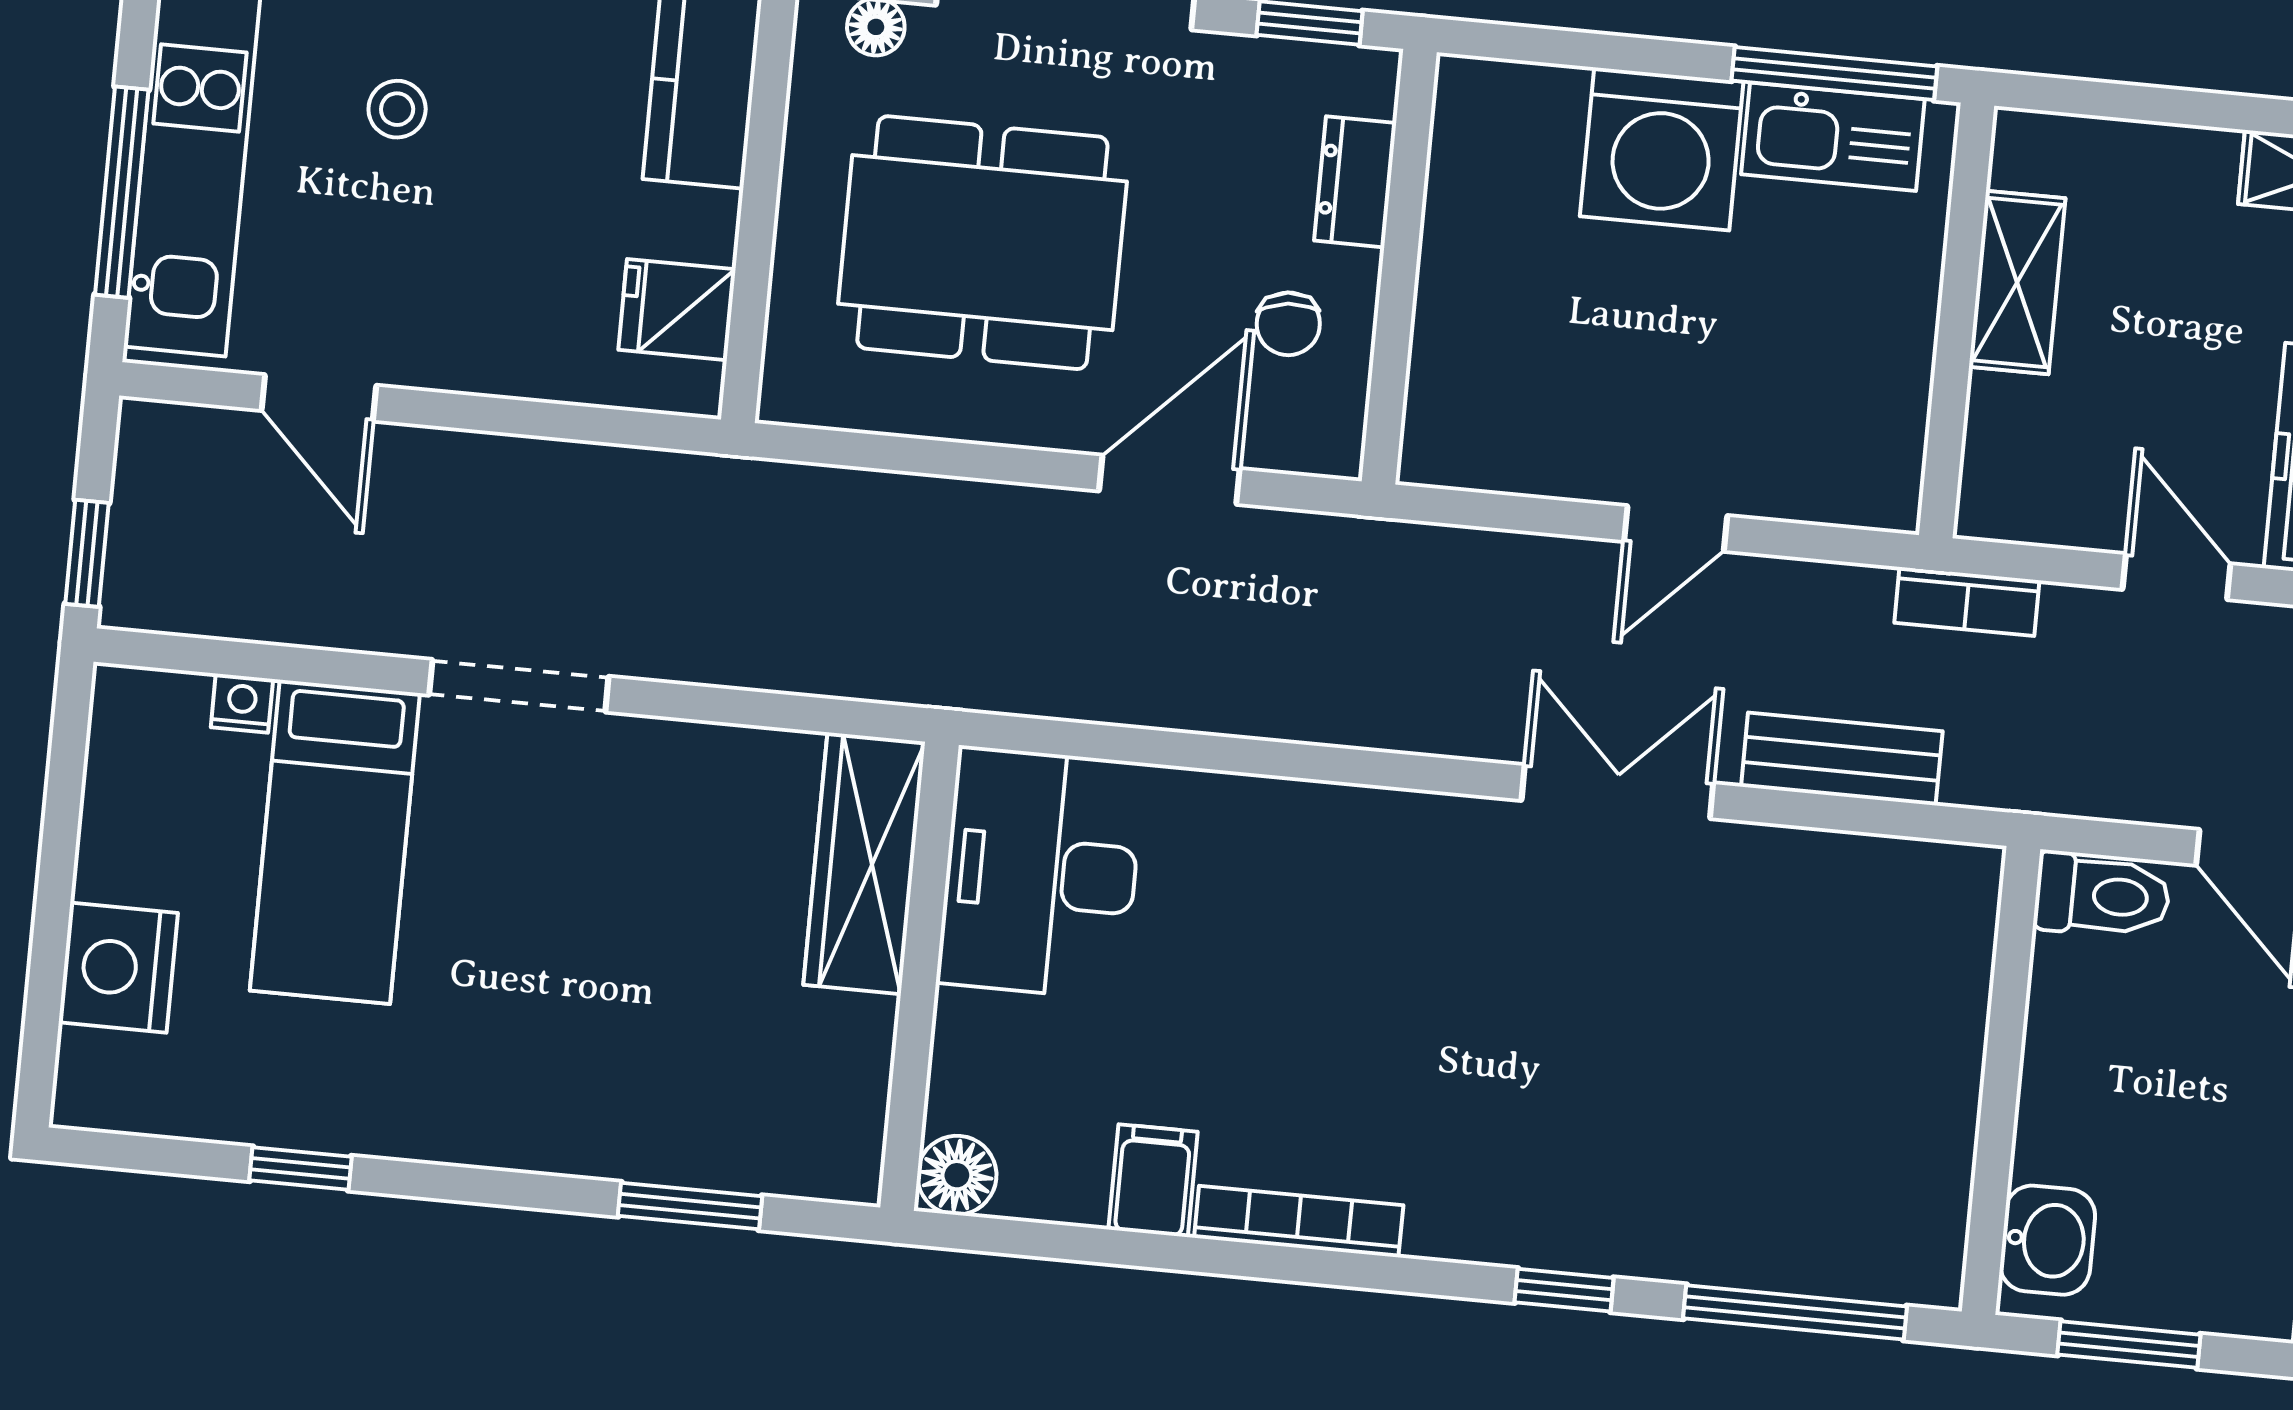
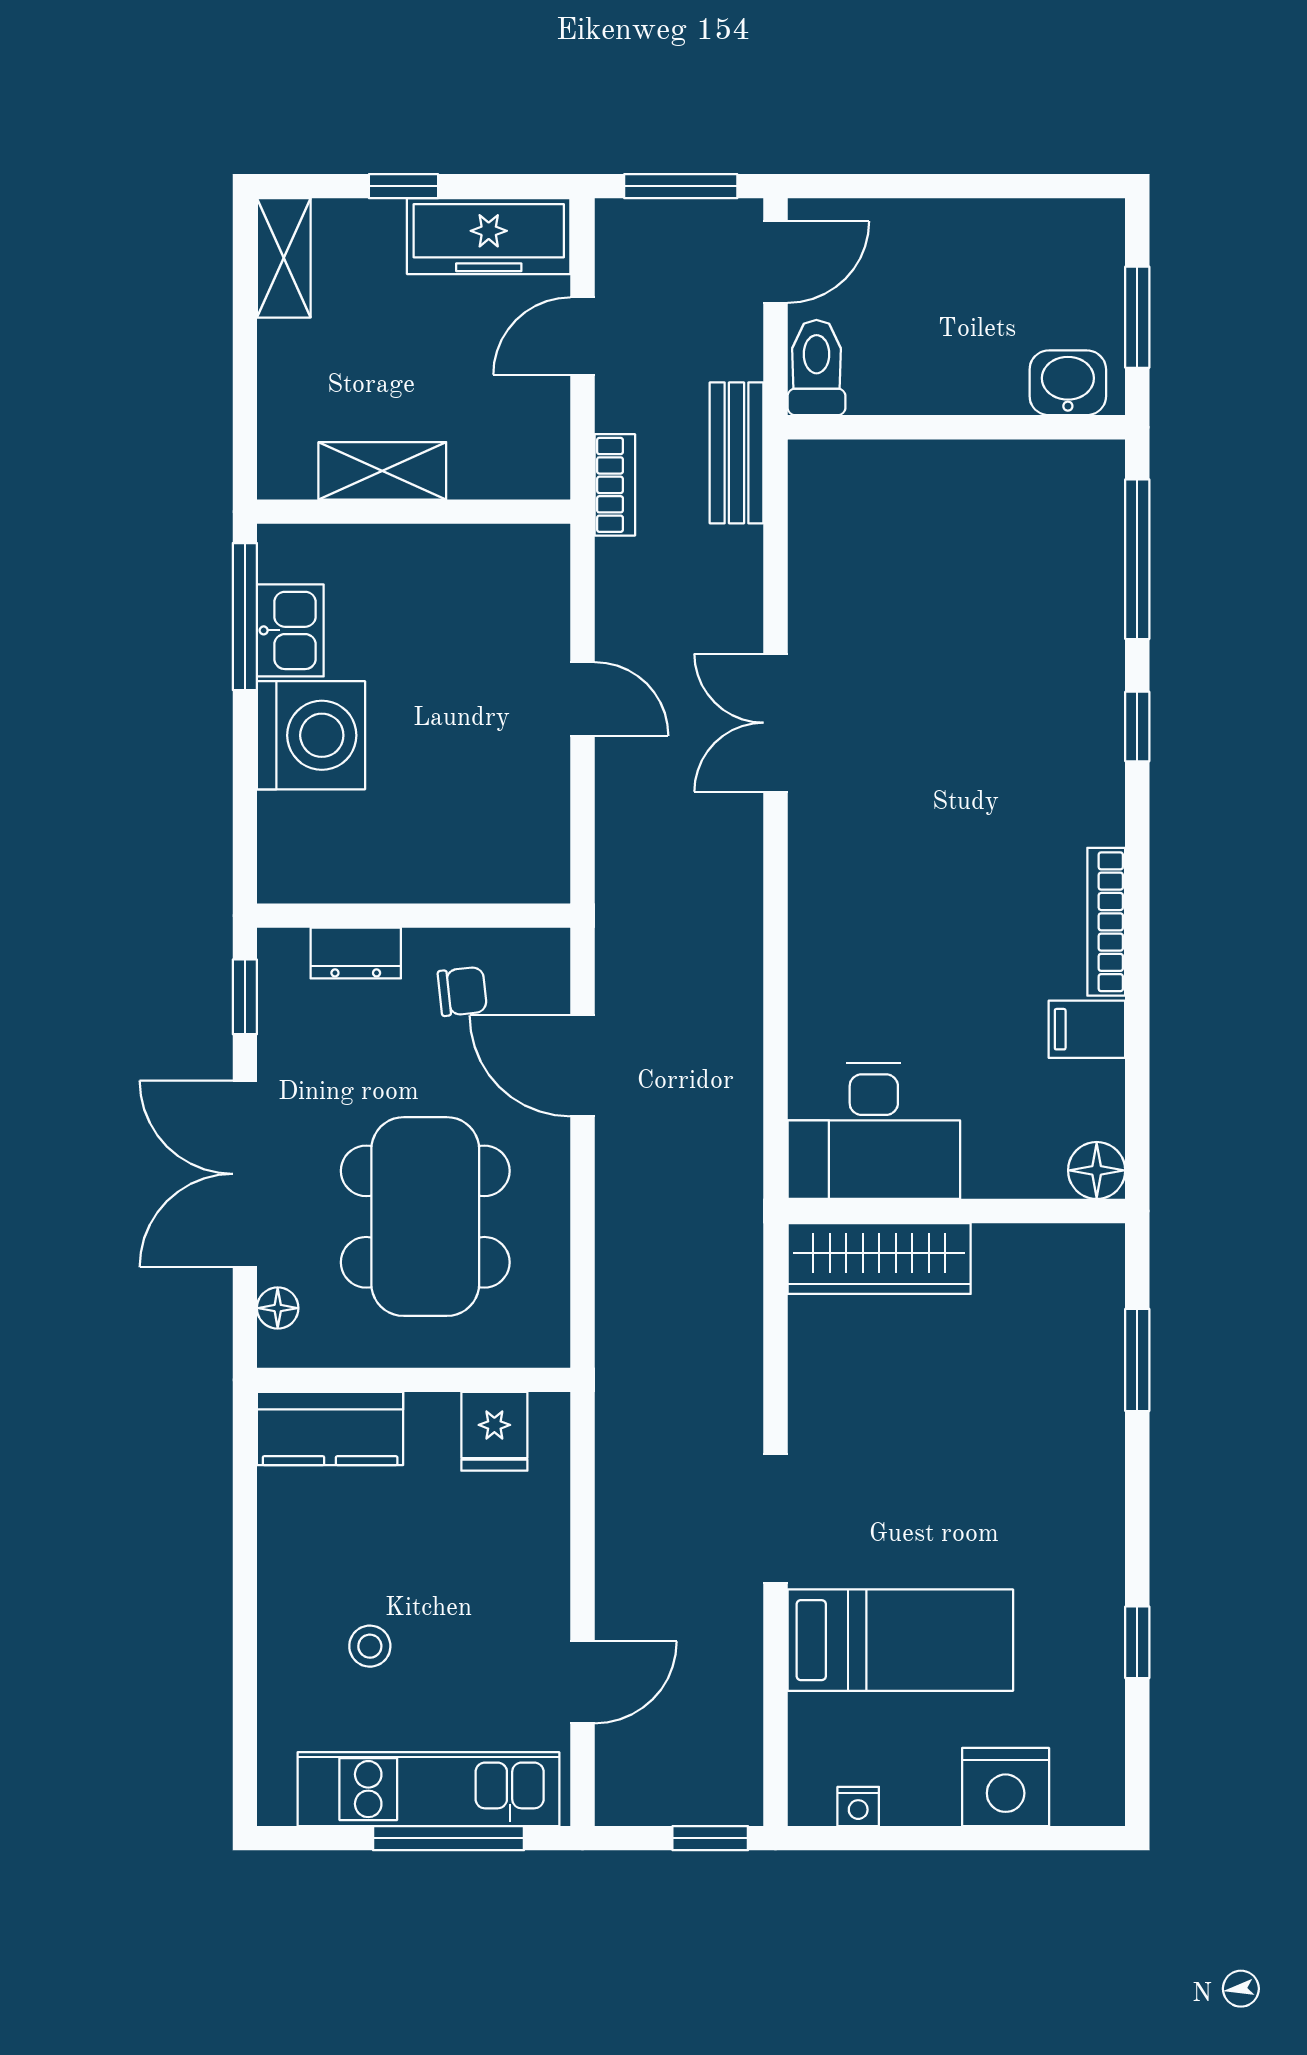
kitchen sink: (1833, 137) -> (290, 630), width x0.73
nightstand: (242, 703) -> (858, 1806), moved, turned -90
bench: (1842, 759) -> (737, 453), moved

